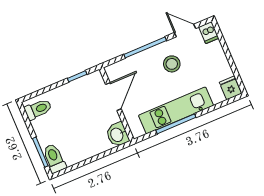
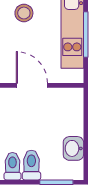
washbasin: (117, 135) -> (73, 148), moved, turned 90
toilet: (54, 158) -> (31, 165), moved, turned 90

